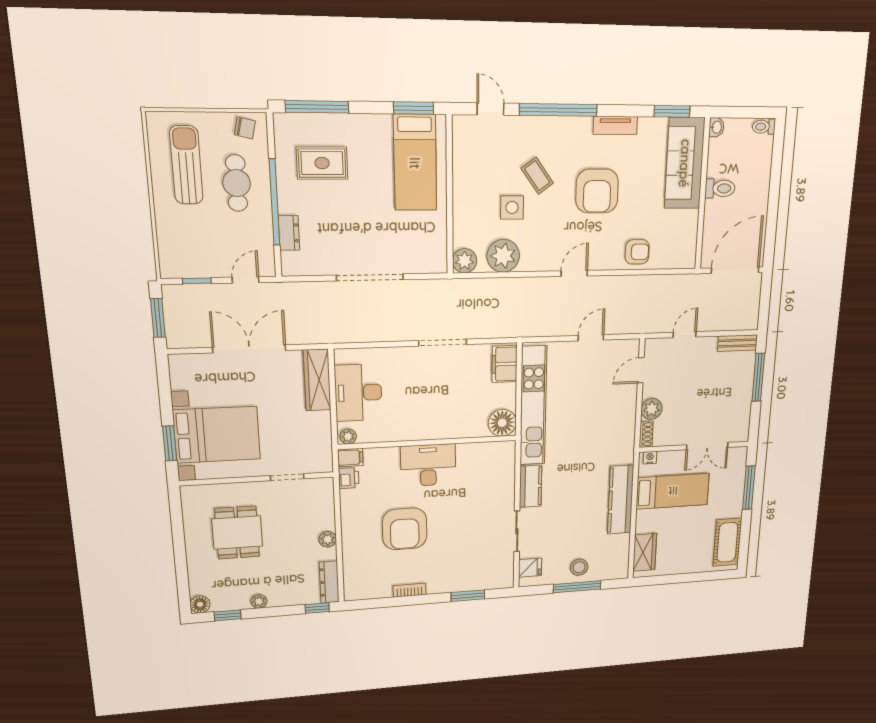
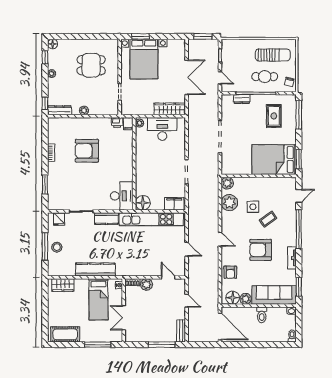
bed: (415, 163) -> (274, 160), width x1.50
plant: (688, 221) -> (246, 299), added
floor lamp: (685, 247) -> (233, 298), added
desk: (428, 465) -> (122, 196), moved

